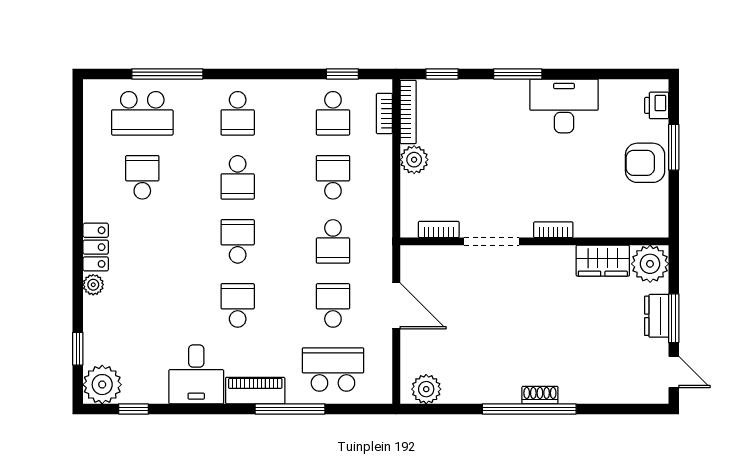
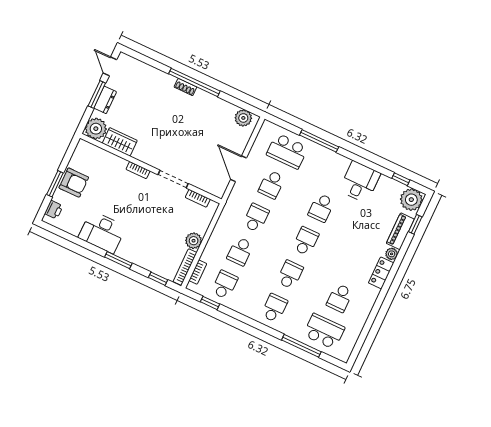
school desk: (238, 241) -> (306, 241), turned 180
piano: (255, 391) -> (400, 231), moved, turned 90

